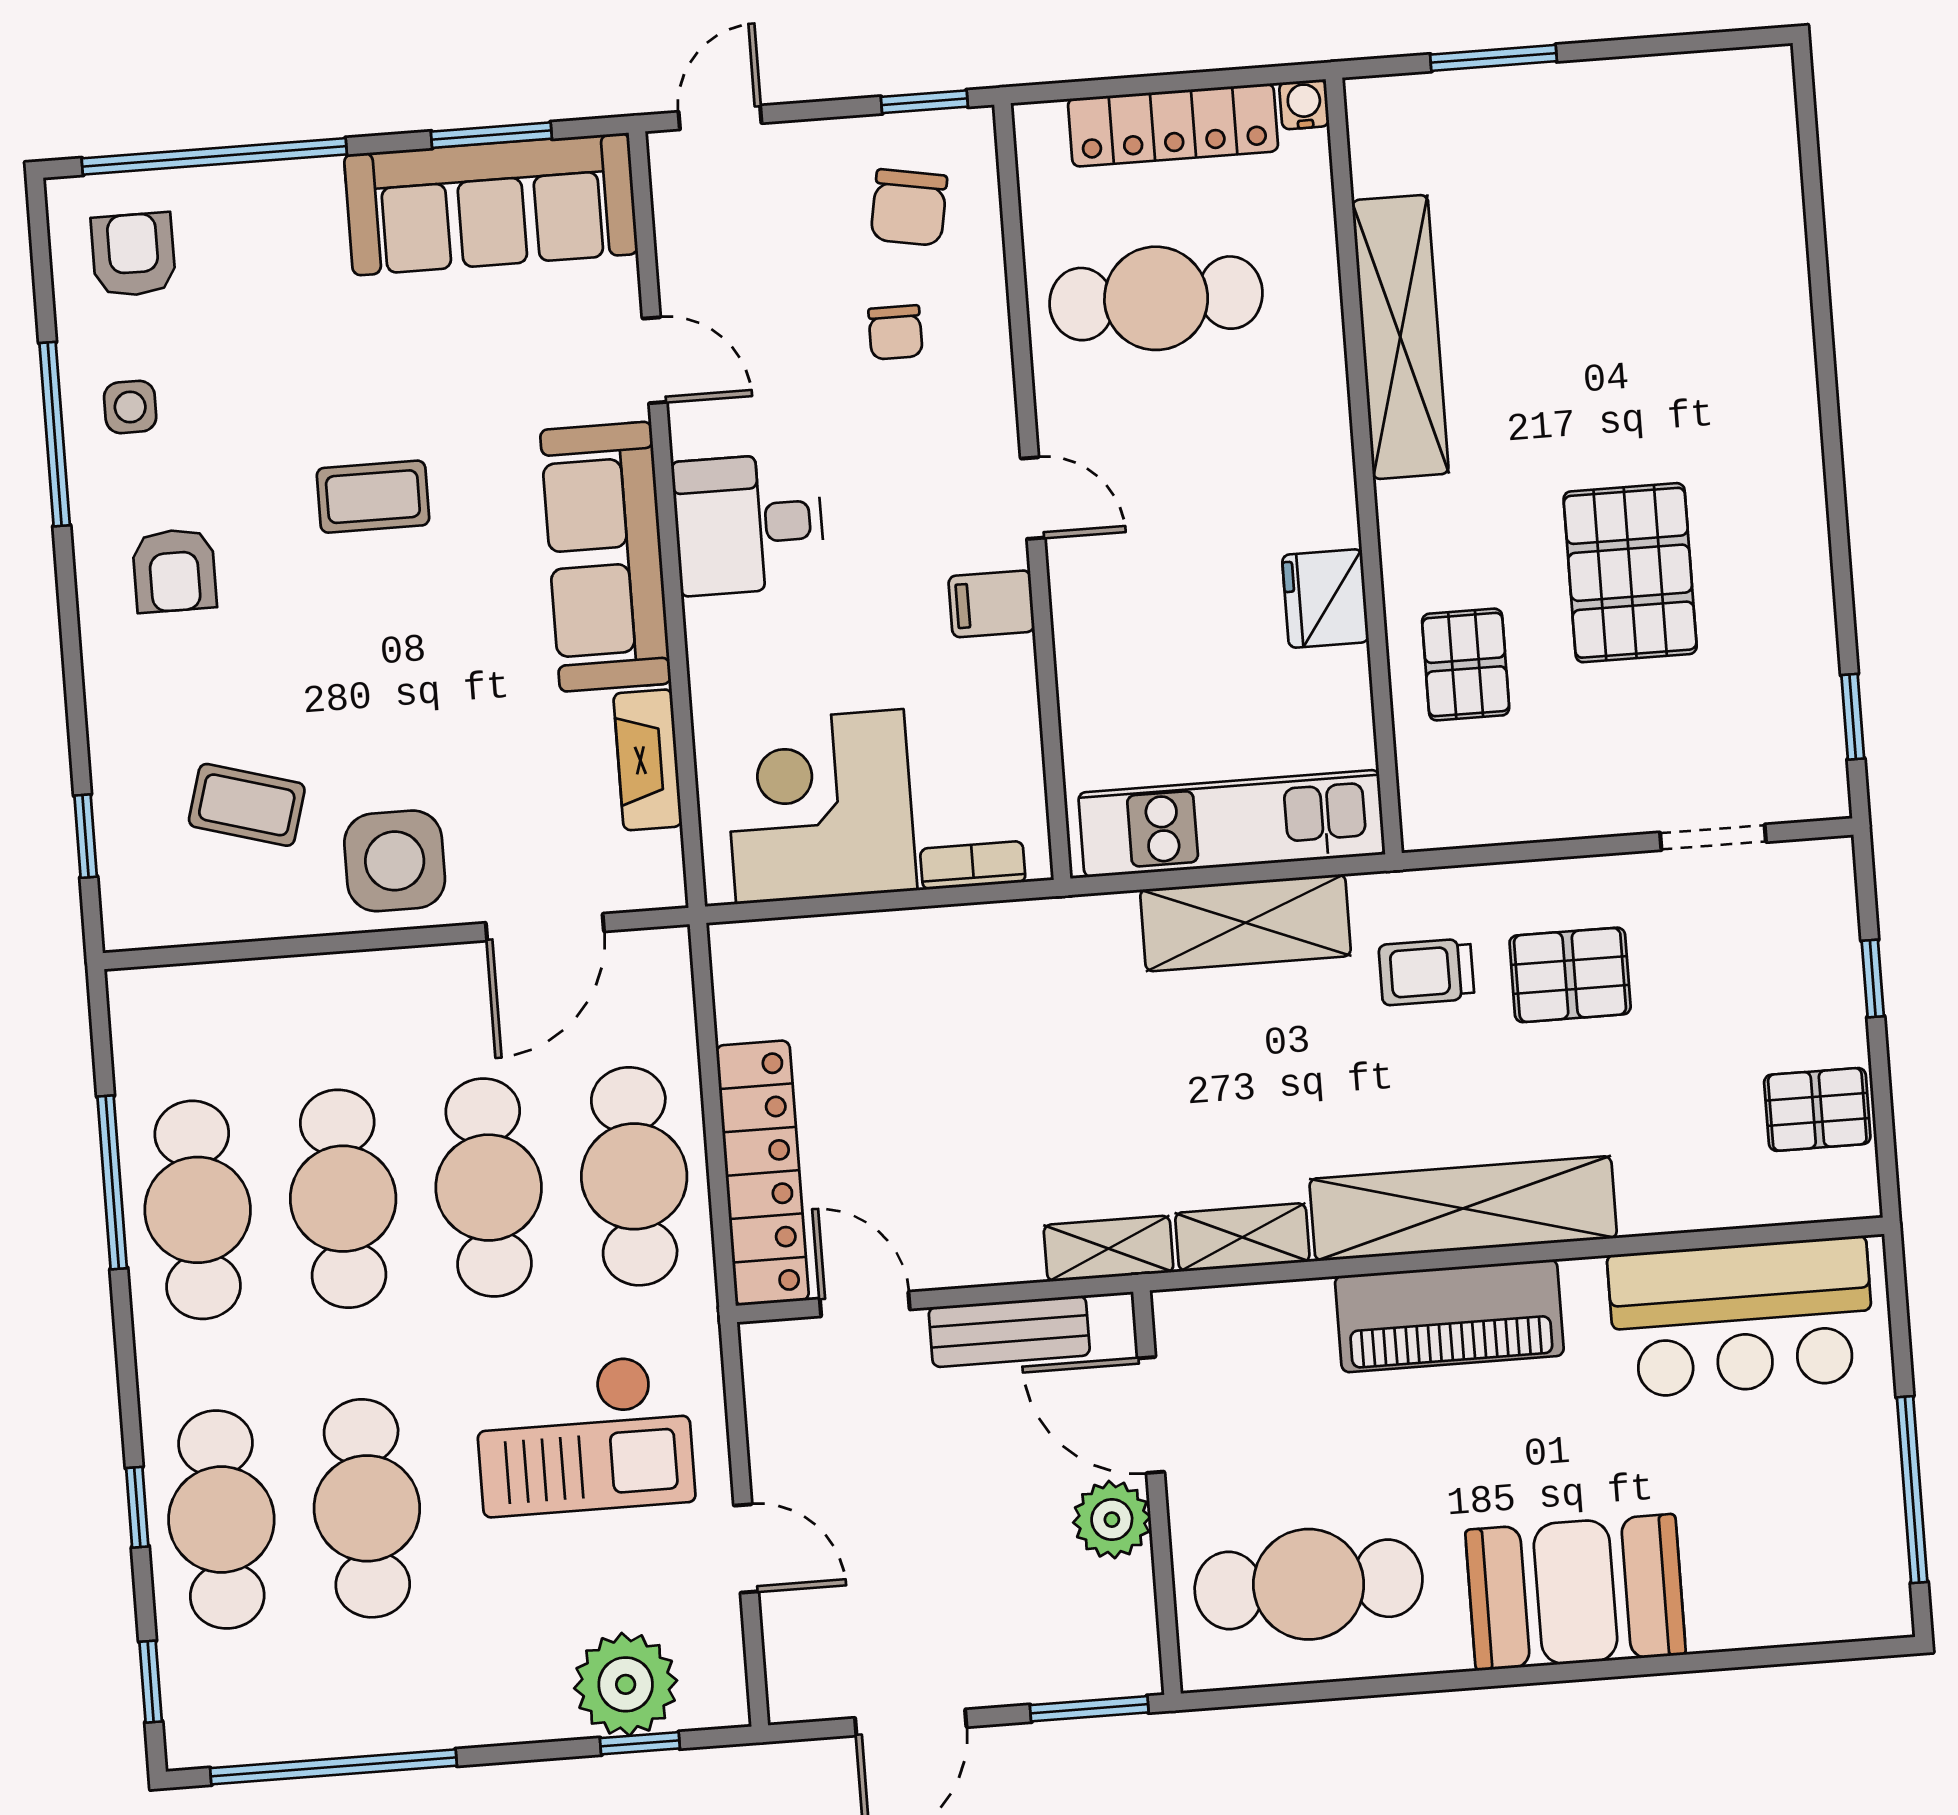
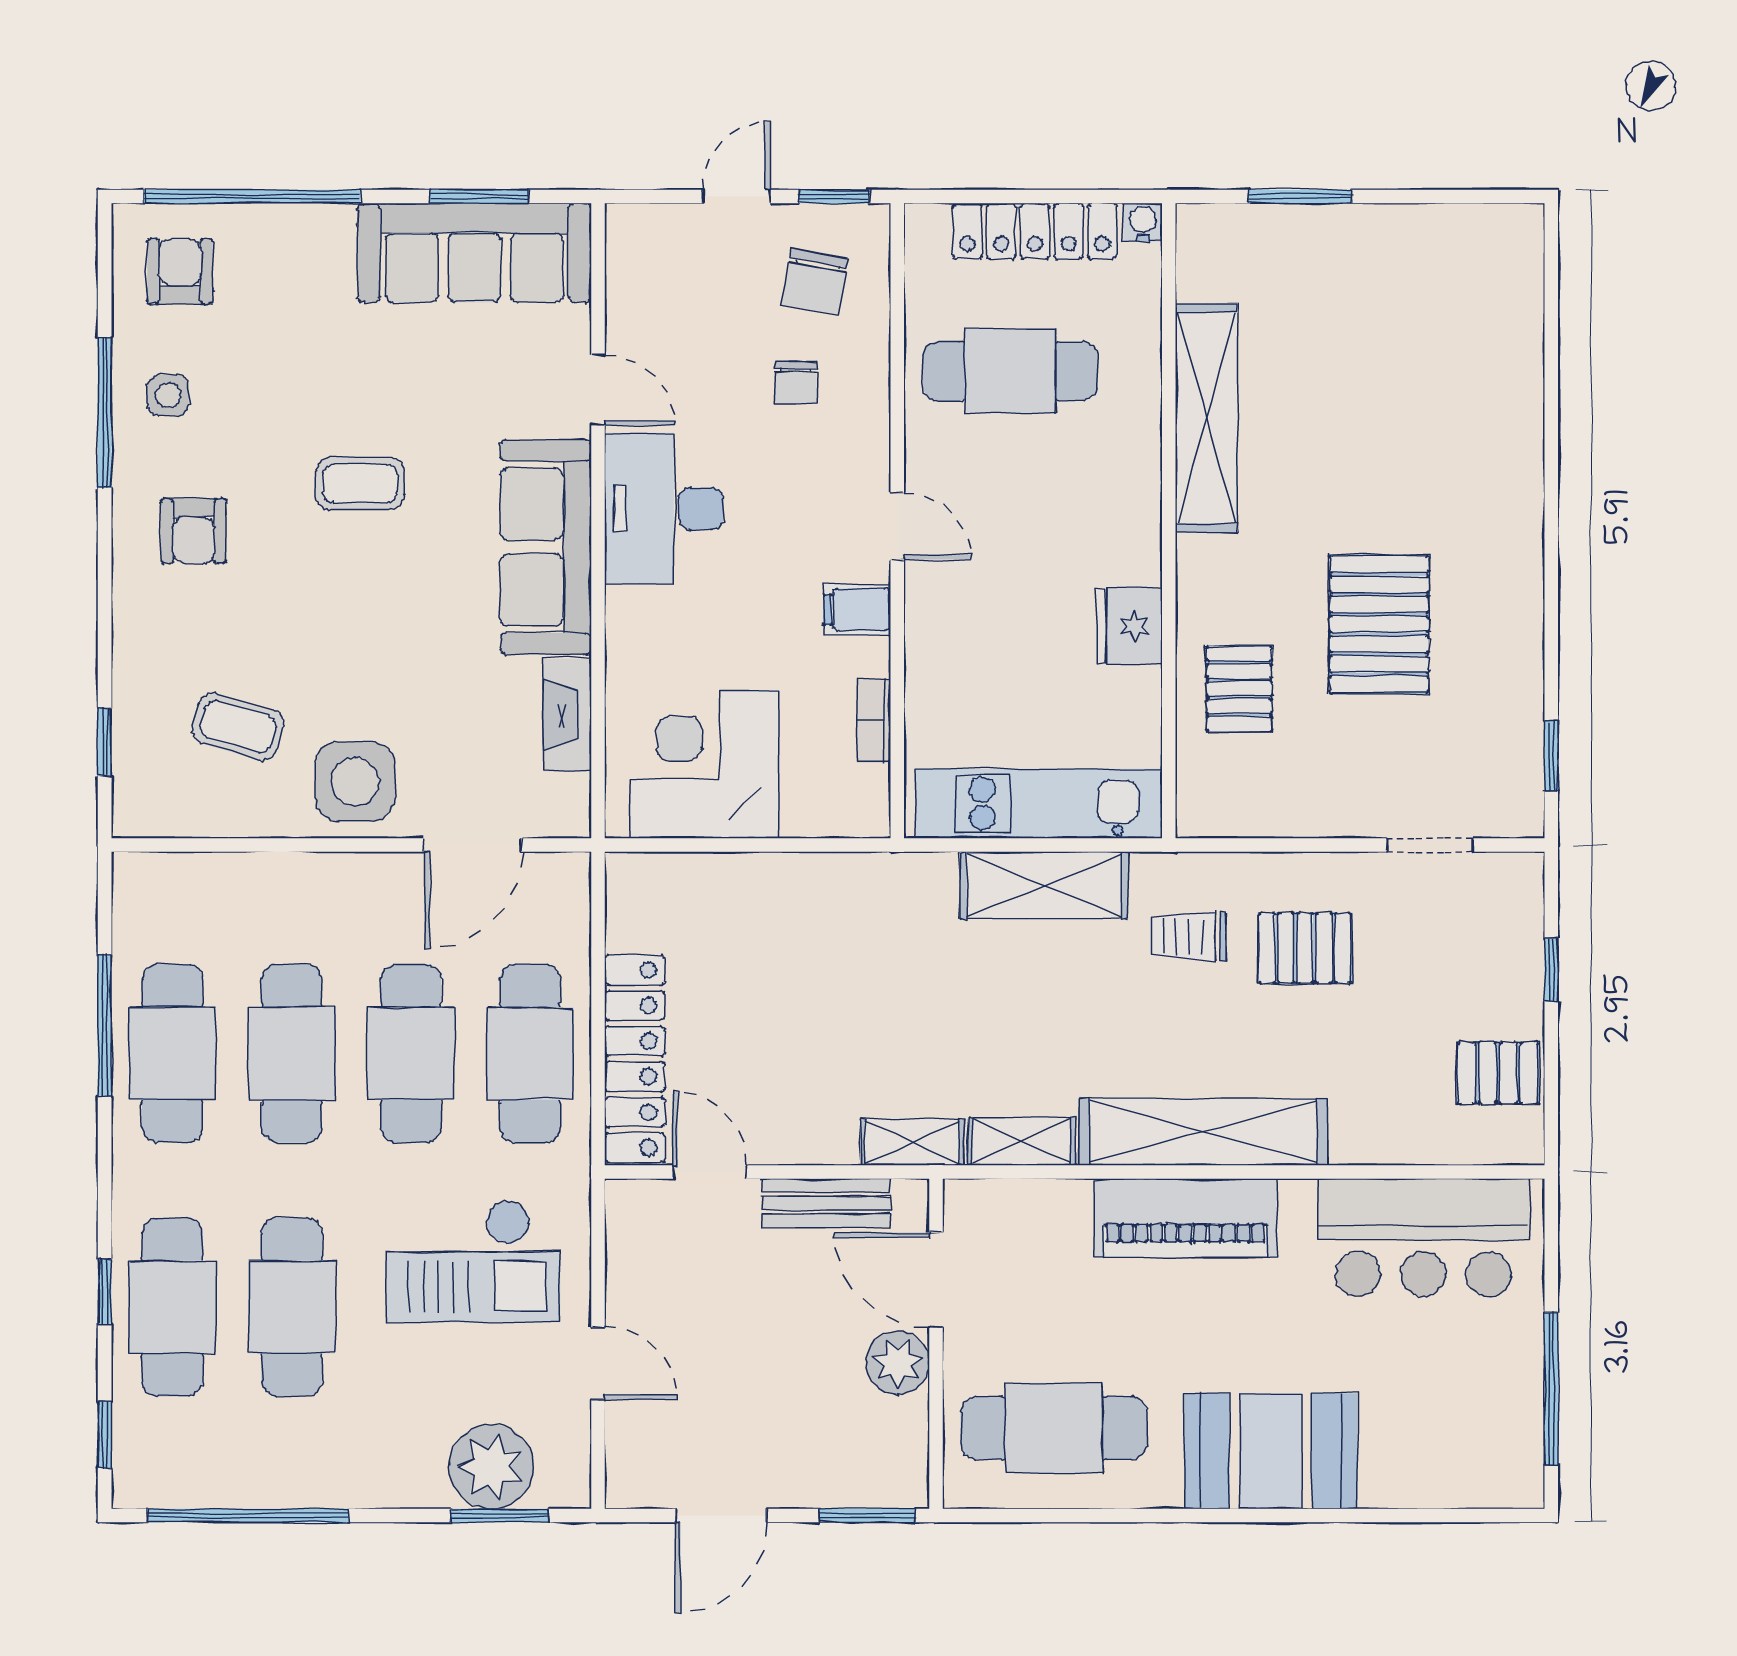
door: (720, 117) -> (736, 196), moved
desk: (748, 524) -> (664, 509), width x1.37
bookcase: (973, 865) -> (874, 721), moved, turned -90
window: (640, 1743) -> (499, 1516), width x1.50

